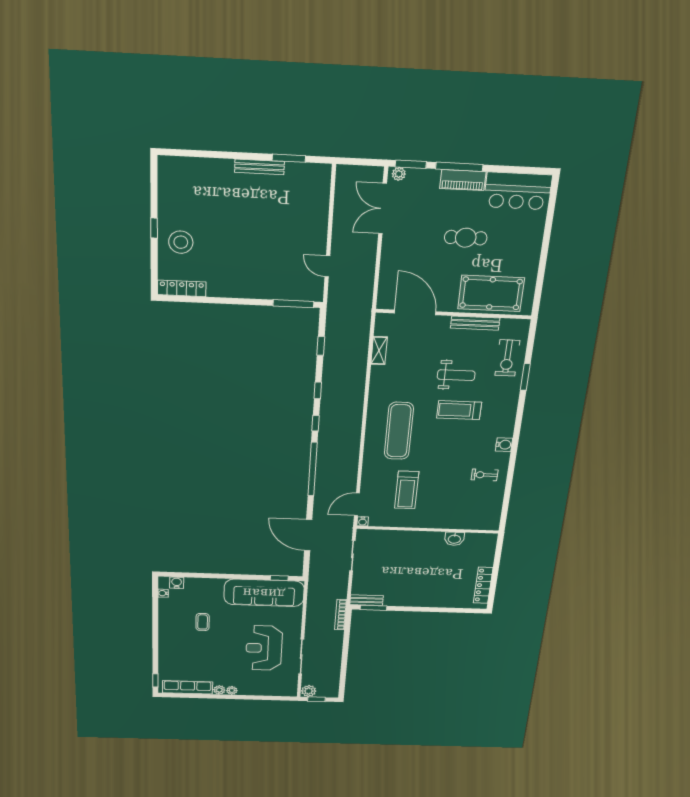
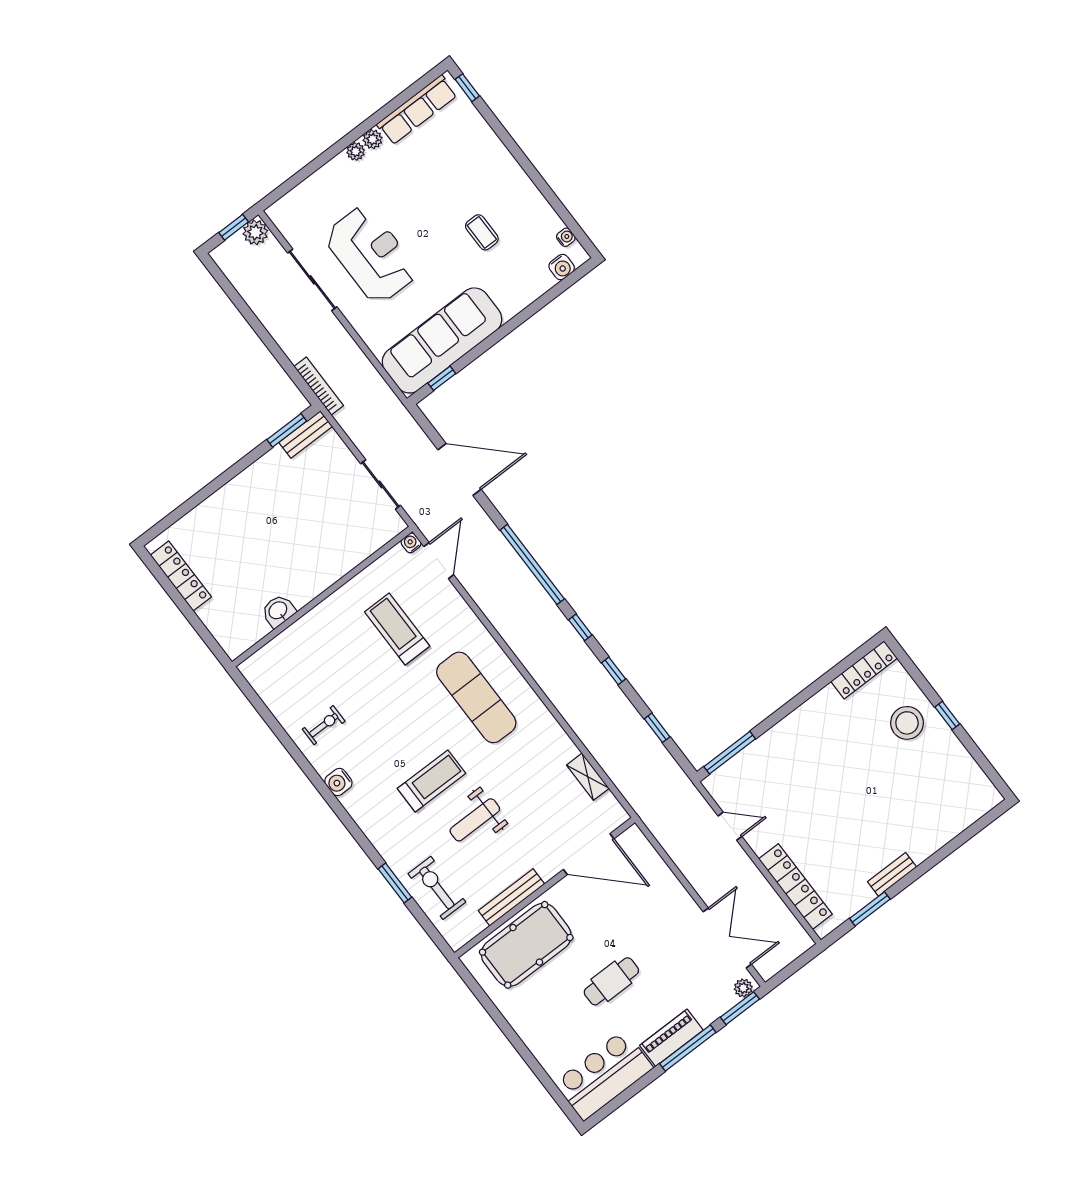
bench: (259, 167) -> (892, 874), width x0.73
locker: (320, 205) -> (795, 887), added

